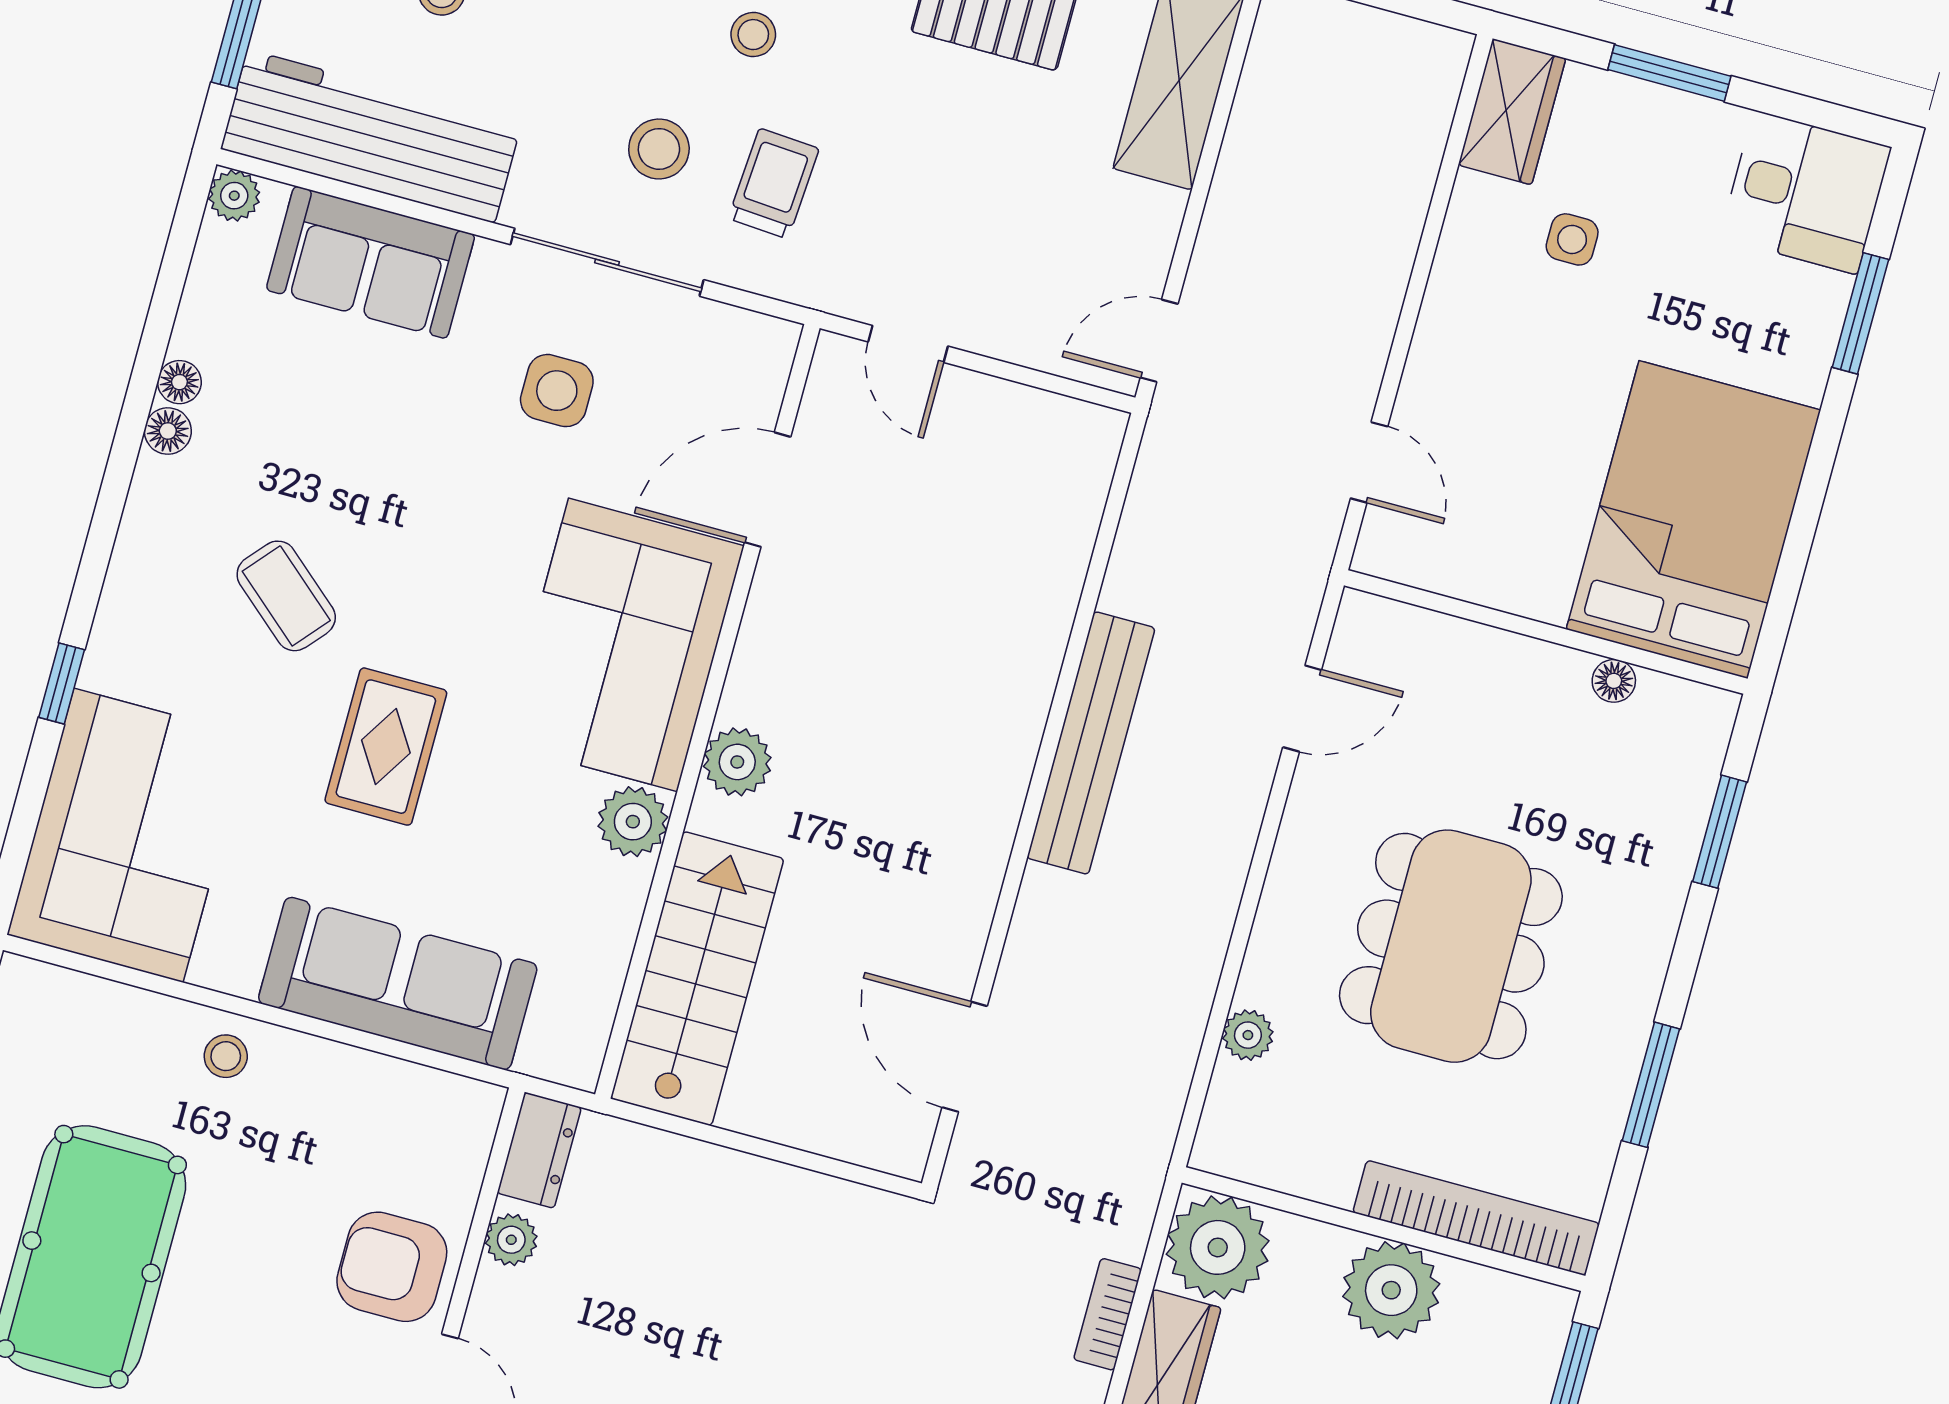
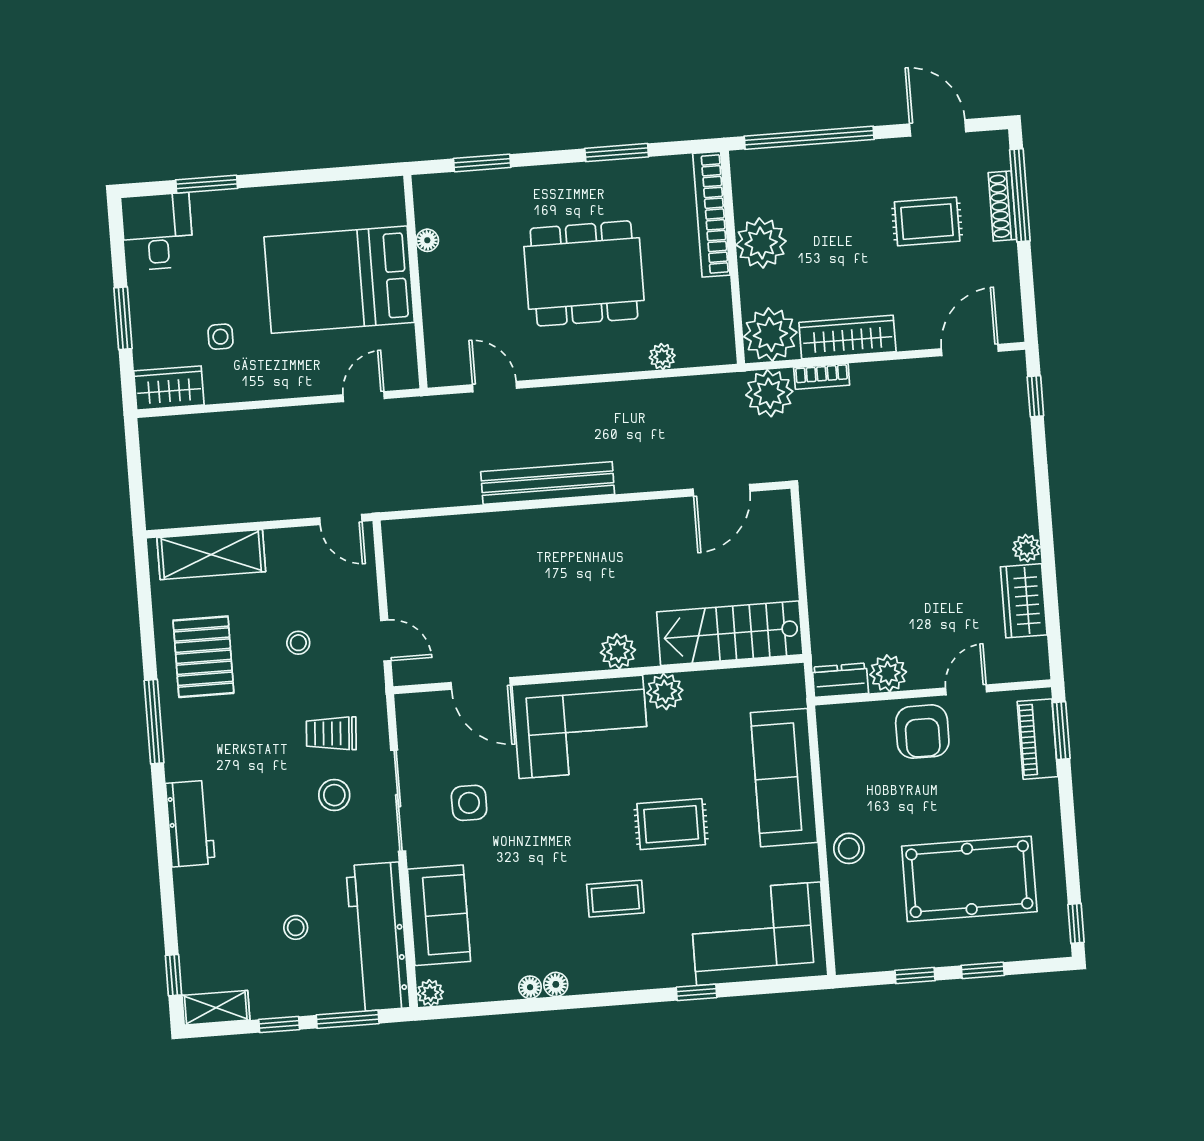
stool: (753, 35) -> (298, 643), moved
door: (908, 344) -> (386, 641), hinge flipped
bed: (1693, 520) -> (339, 280), moved
coffee table: (286, 596) -> (615, 899), turned 49
stool: (226, 1056) -> (849, 848), width x1.37, depth x1.37
plant: (1111, 1207) -> (769, 393), added
plant: (511, 1240) -> (888, 673), width x1.38, depth x1.38

